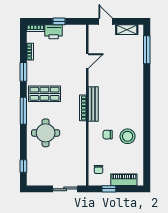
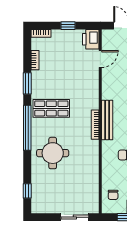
printer: (54, 32) -> (91, 39), moved, turned 90
door: (87, 61) -> (100, 59), moved
window: (23, 111) -> (27, 128), width x1.46

